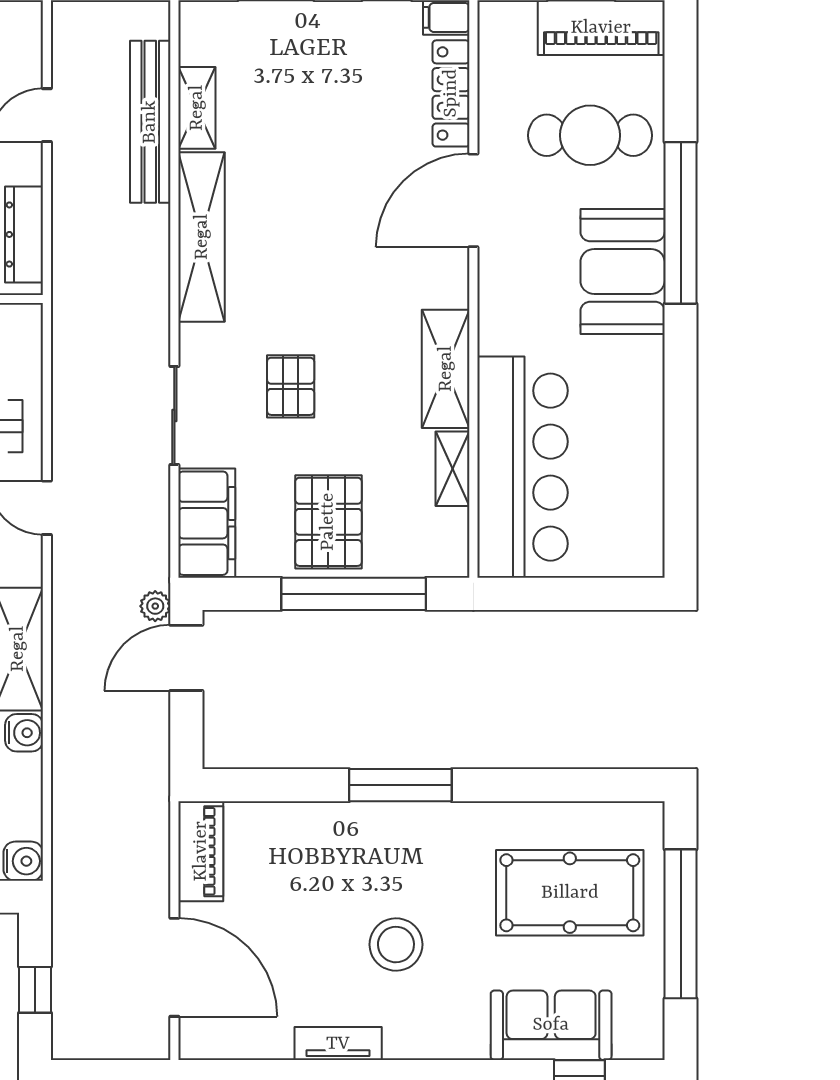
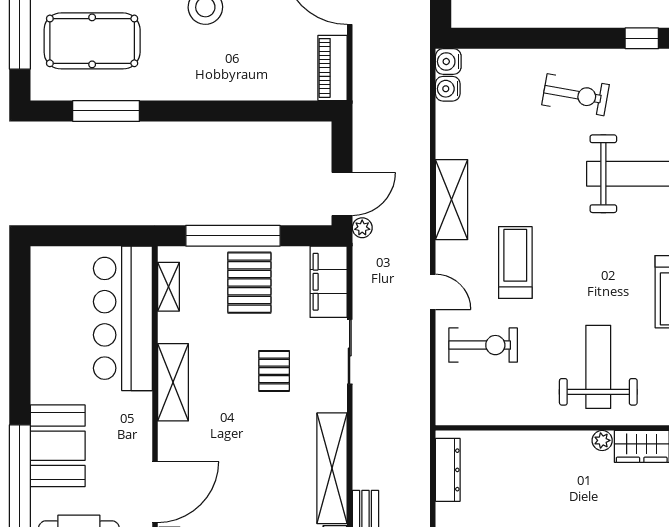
shelving: (453, 469) -> (168, 287), moved
water cooler: (24, 733) -> (448, 89), moved
window: (400, 785) -> (106, 111), moved

